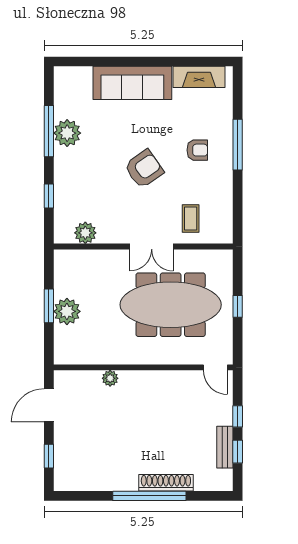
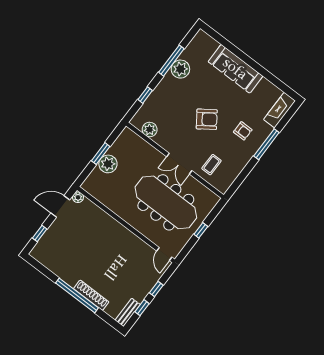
fireplace: (199, 77) -> (280, 110), moved, turned 90
plant: (110, 378) -> (78, 197), moved
bench: (225, 447) -> (128, 312), moved

